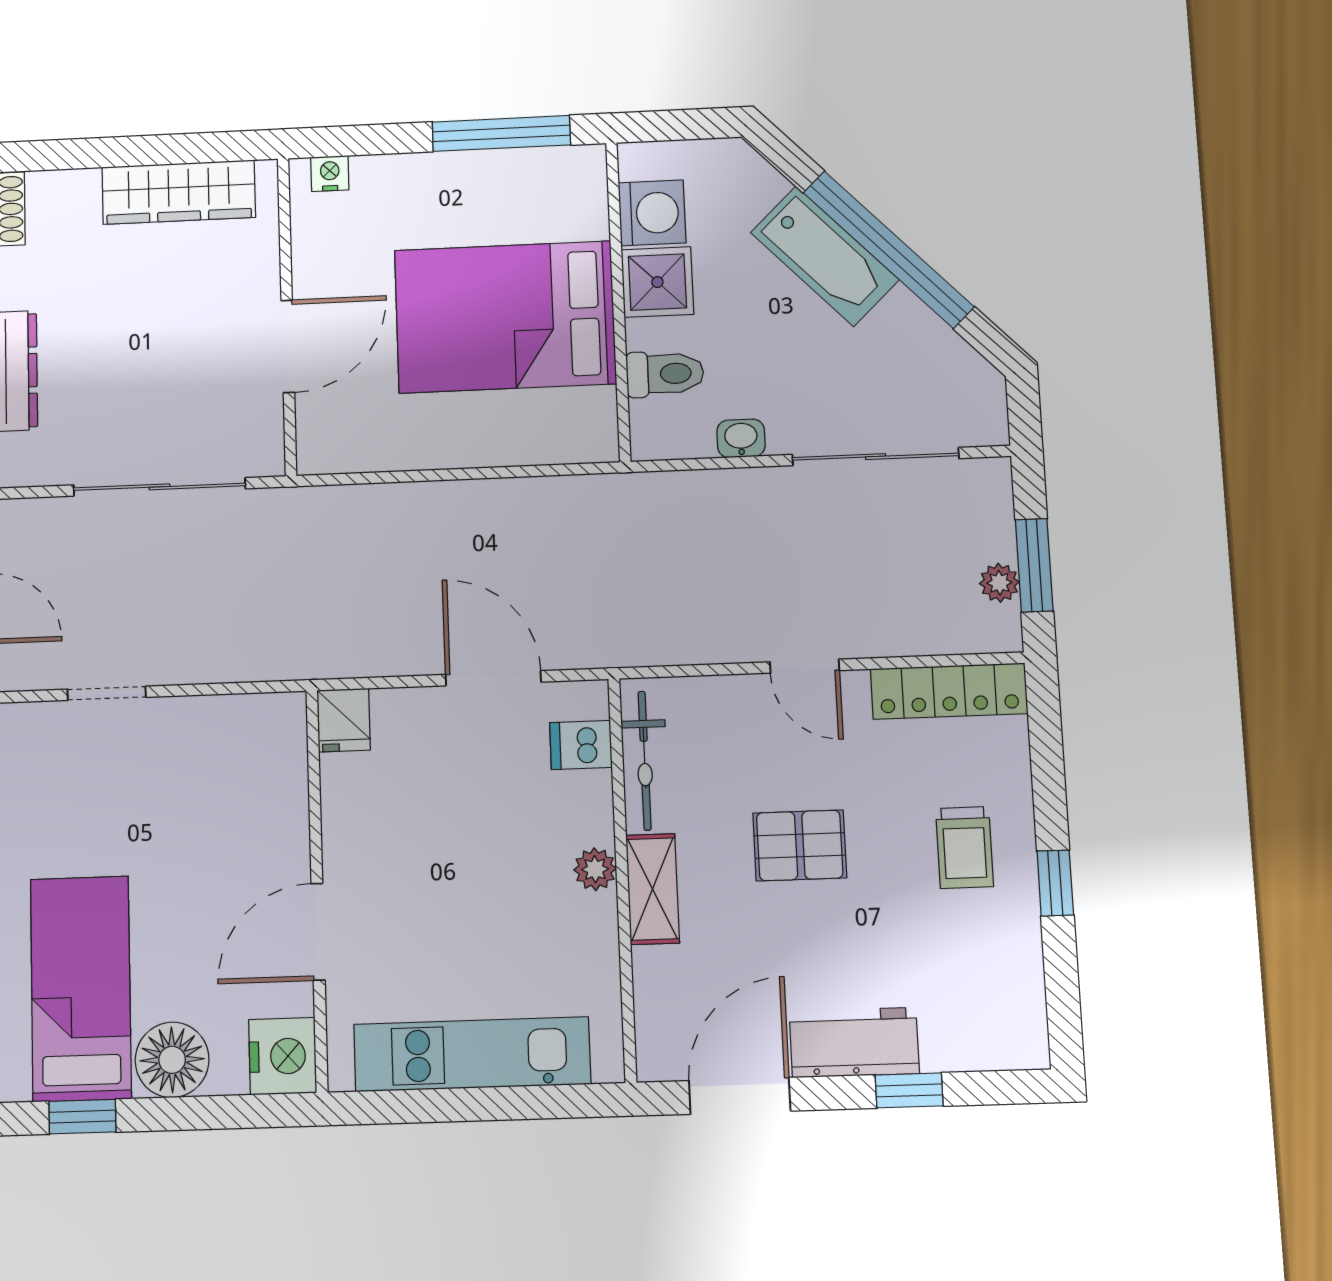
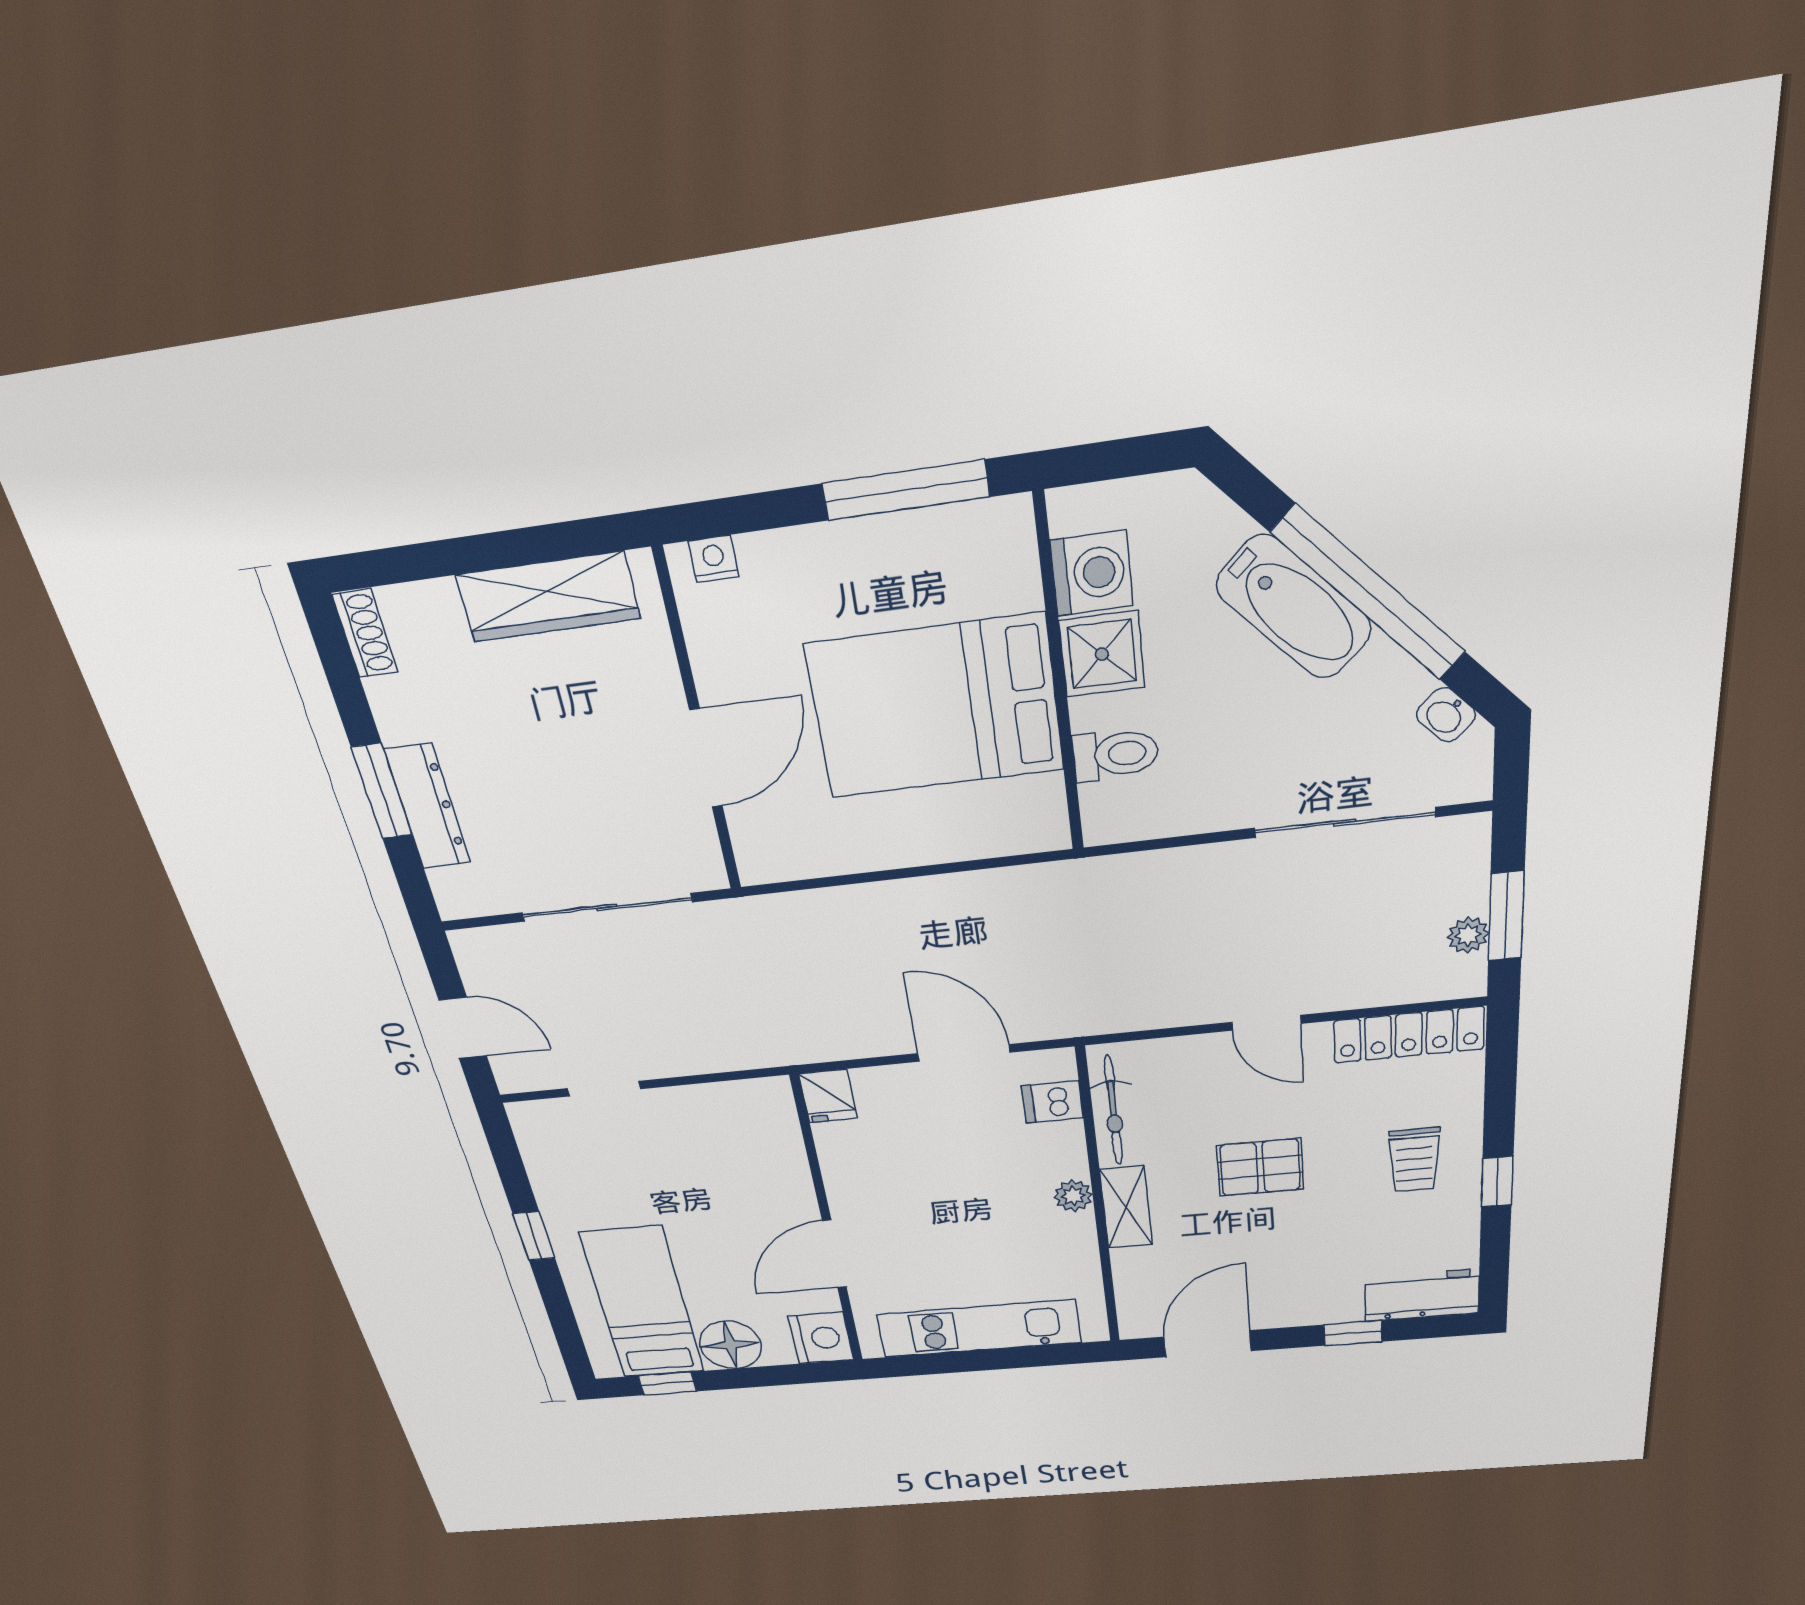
washbasin: (741, 438) -> (1446, 715), moved, turned -134
workbench: (854, 1043) -> (1422, 1295), moved

